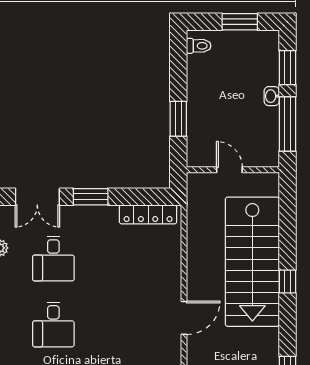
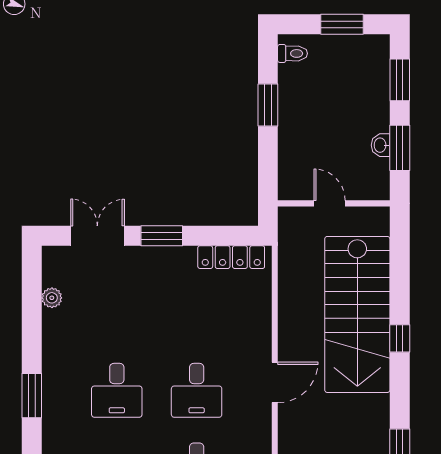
washbasin: (272, 96) -> (381, 145), moved
window: (178, 119) -> (268, 105), moved
window: (287, 124) -> (400, 148), width x0.69
double door: (37, 197) -> (97, 236), swing flipped
desk: (53, 259) -> (197, 390), moved

